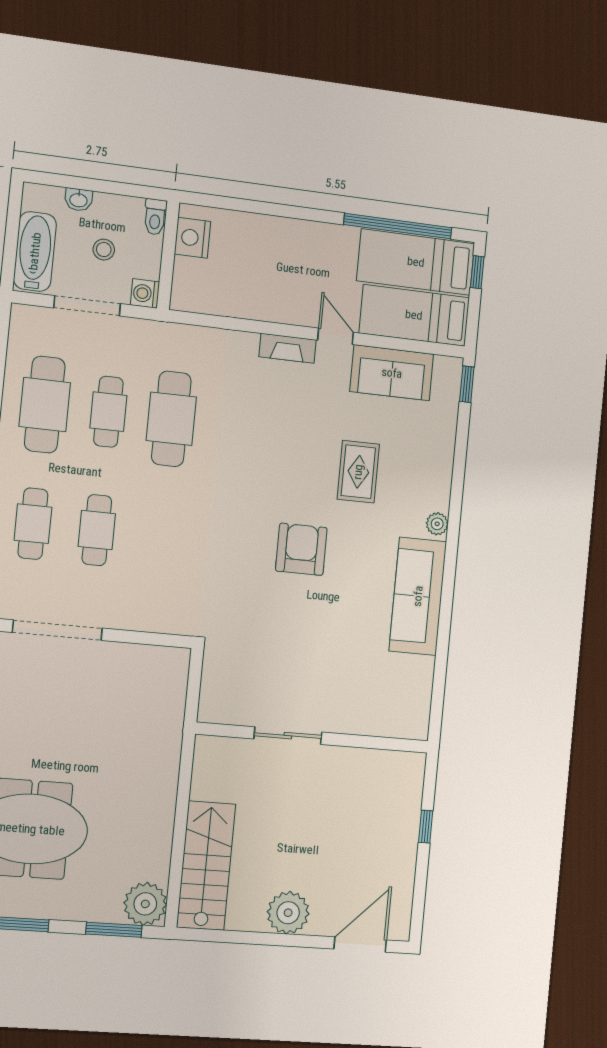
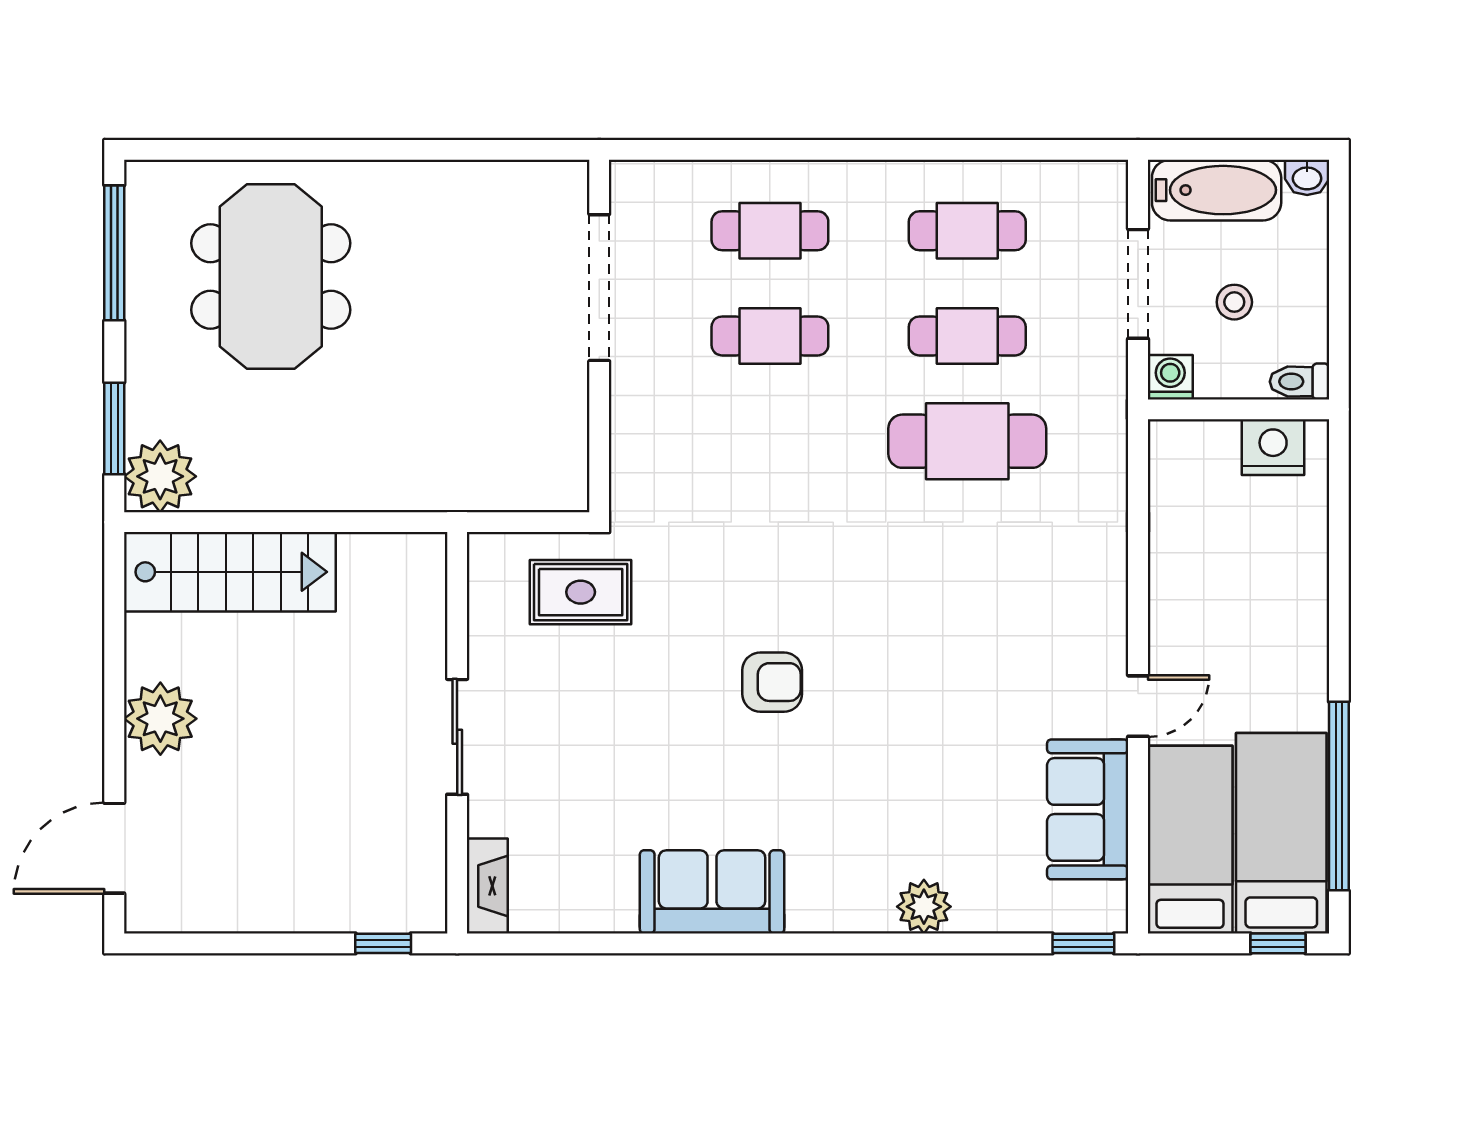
washbasin: (79, 200) -> (1307, 177), moved, turned -90
fireplace: (288, 348) -> (487, 886), moved, turned 180
cafe table: (45, 405) -> (967, 231), width x0.73, depth x0.74
rug: (358, 472) -> (581, 592), moved
plant: (437, 524) -> (924, 907), moved, width x1.38, depth x1.38
armchair: (301, 549) -> (772, 682), width x0.72, depth x0.72
sofa: (418, 596) -> (712, 892), width x0.73
sliding door: (288, 736) -> (457, 737), moved
window: (426, 827) -> (383, 943), moved
door: (360, 944) -> (114, 848), swing flipped

